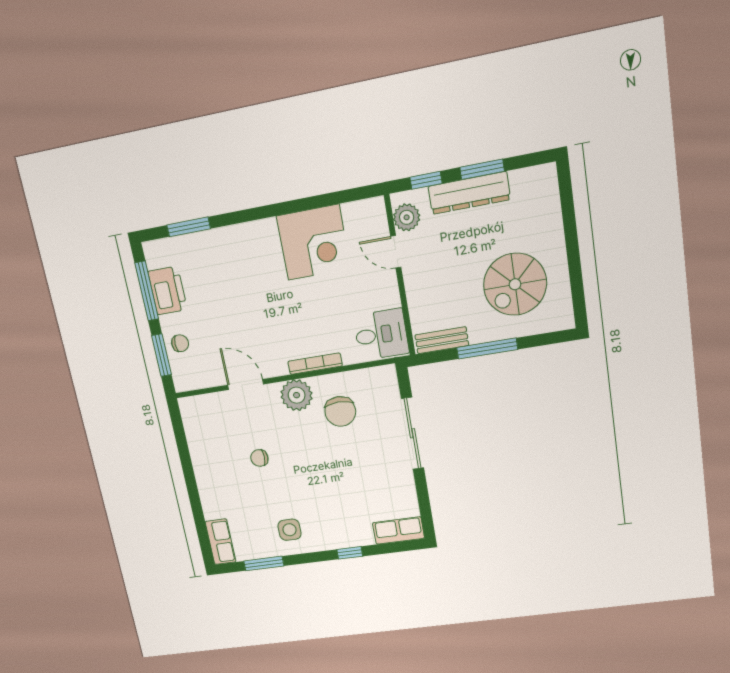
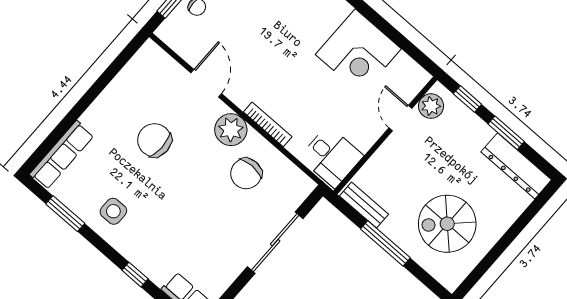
dresser: (469, 193) -> (516, 166), moved
chair: (259, 458) -> (154, 140), width x1.87, depth x1.87
row of seats: (221, 542) -> (62, 155), width x1.48

